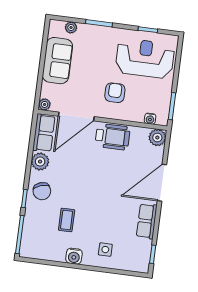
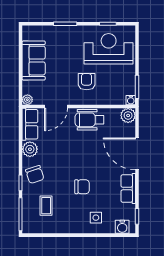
plant: (71, 28) -> (42, 31), removed
door: (76, 116) -> (56, 106), width x0.73
water cooler: (150, 119) -> (131, 100), moved
wheelchair: (113, 137) -> (89, 120), turned 180
door: (162, 183) -> (137, 154), hinge flipped
chair: (94, 212) -> (82, 187), added
coffee table: (67, 220) -> (46, 206), moved
water cooler: (74, 256) -> (122, 227), moved

